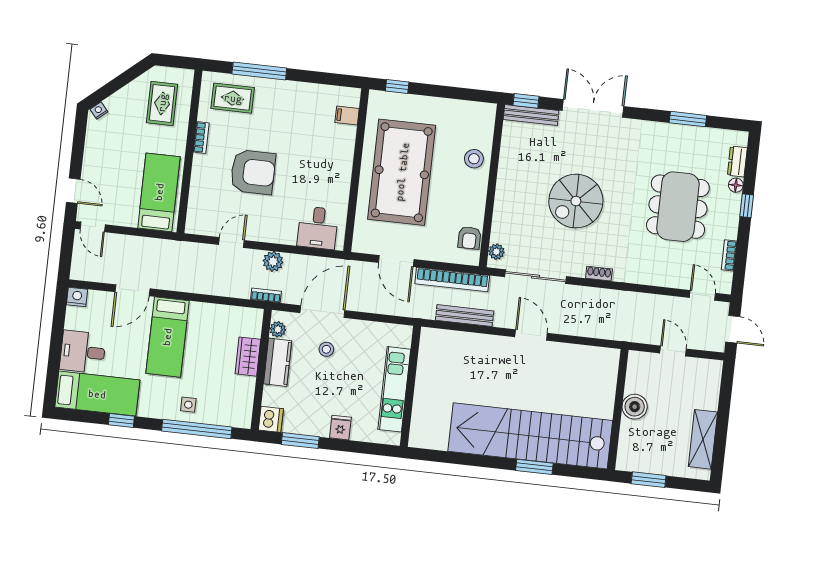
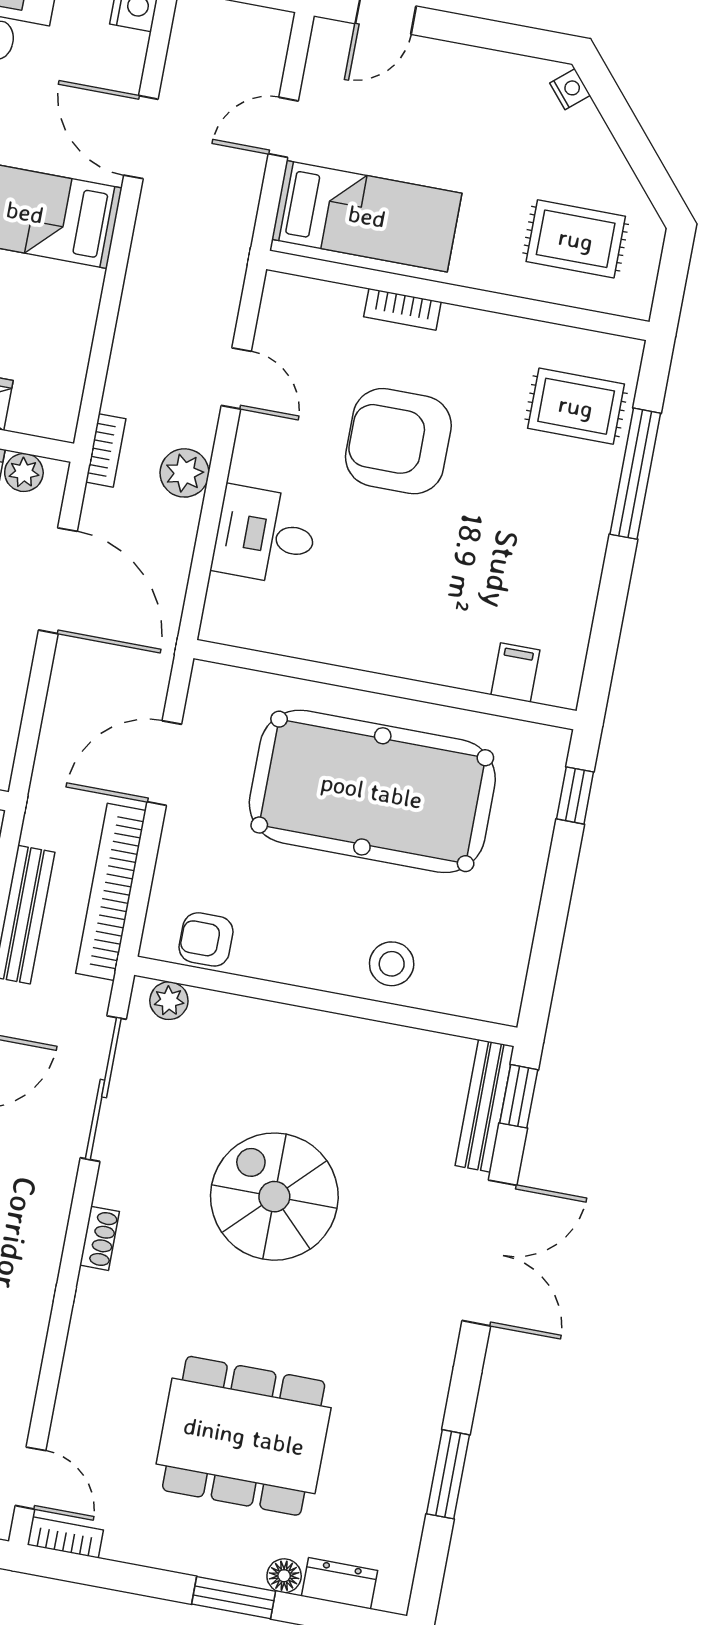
rug: (233, 98) -> (576, 406), turned 90
bookcase: (201, 138) -> (402, 309), moved
armchair: (253, 172) -> (398, 441), turned 90
window: (747, 206) -> (234, 1598), width x1.50
door: (93, 227) -> (283, 127), moved
desk: (318, 228) -> (265, 535), moved
bookcase: (729, 255) -> (65, 1537), moved
door: (702, 295) -> (30, 1478), hinge flipped

